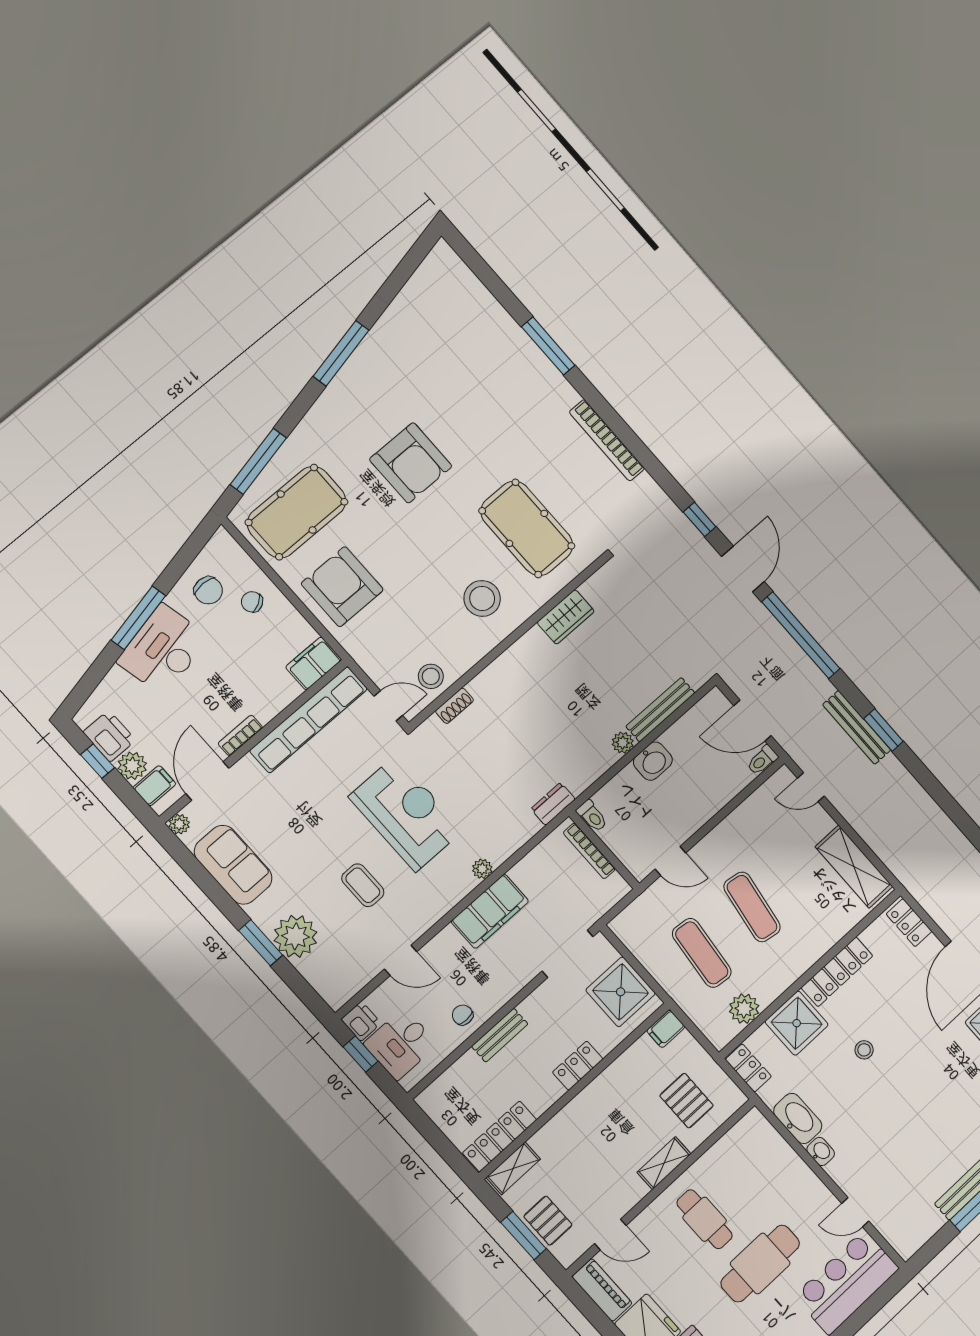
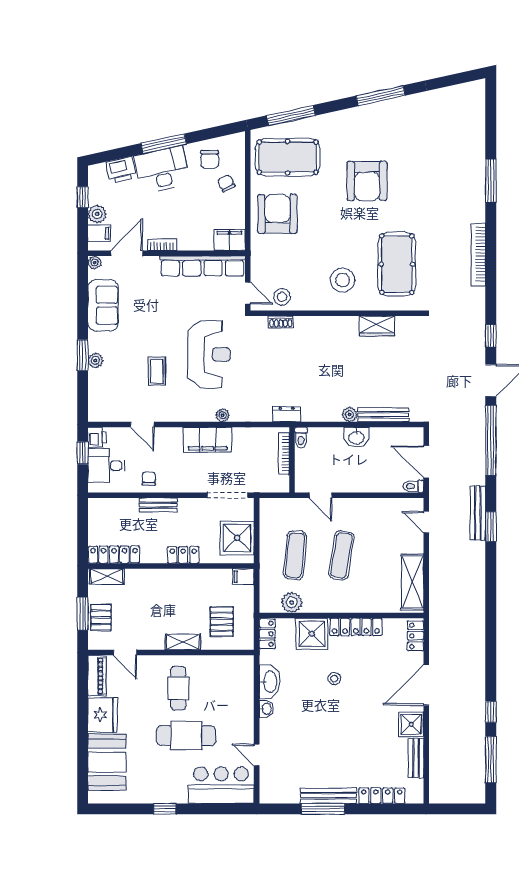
printer: (109, 736) -> (121, 170), moved, turned 78
plant: (295, 936) -> (95, 361), width x0.53, depth x0.53

